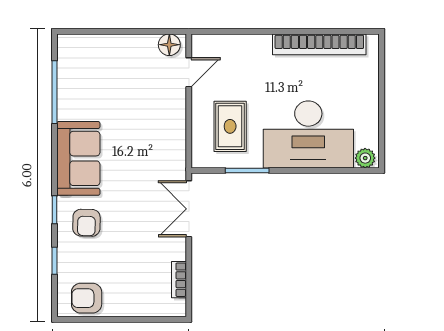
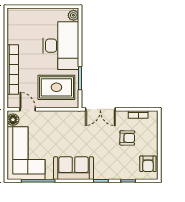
bookcase: (319, 44) -> (13, 70), moved
corner sofa: (107, 69) -> (26, 153), added
rug: (230, 126) -> (56, 87), width x1.36, depth x1.43
armchair: (86, 223) -> (127, 138), moved

